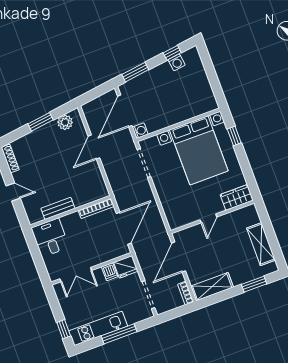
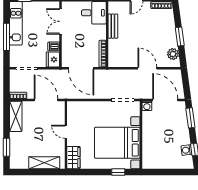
shelving: (261, 244) -> (44, 163), moved

